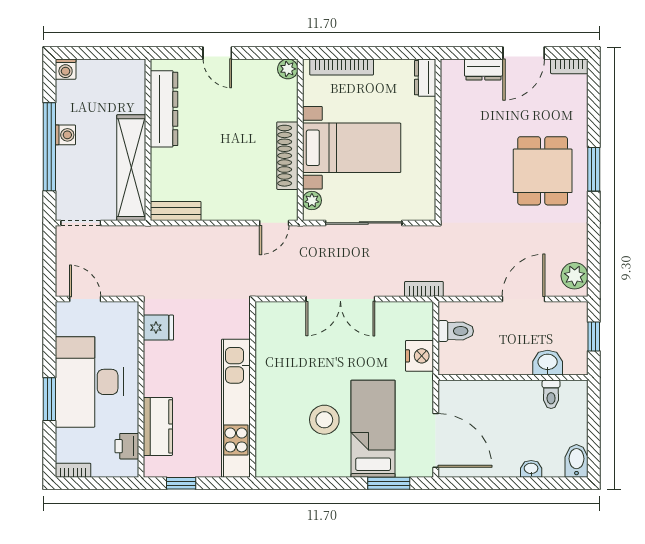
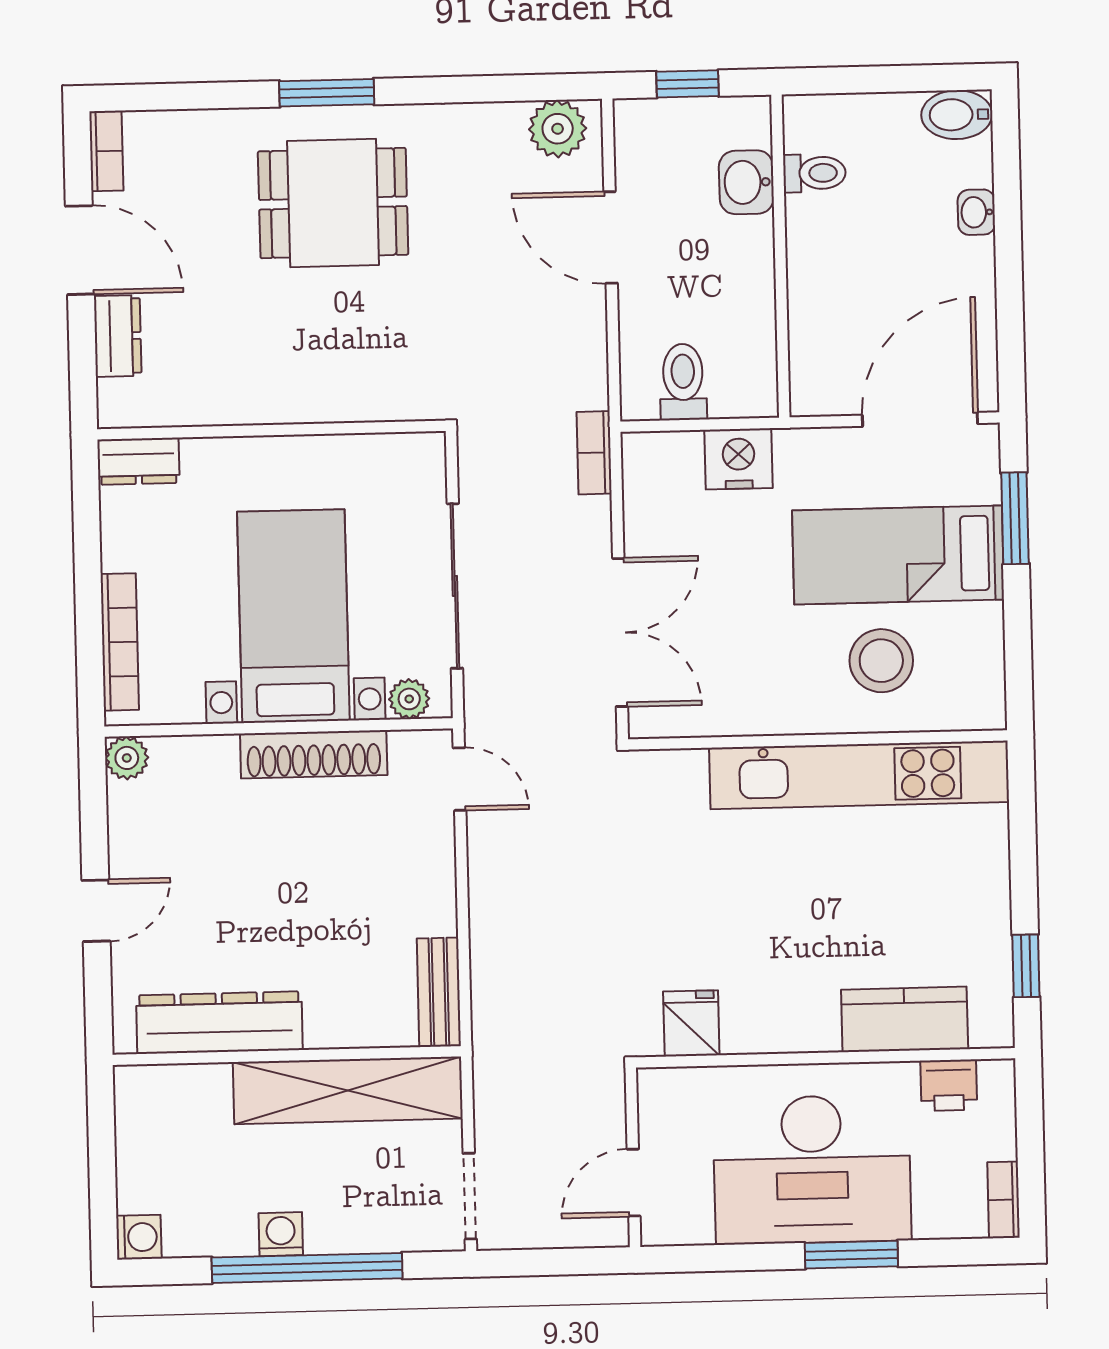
wall: (253, 389) -> (818, 740), moved
kitchen unit: (236, 408) -> (859, 775), moved

